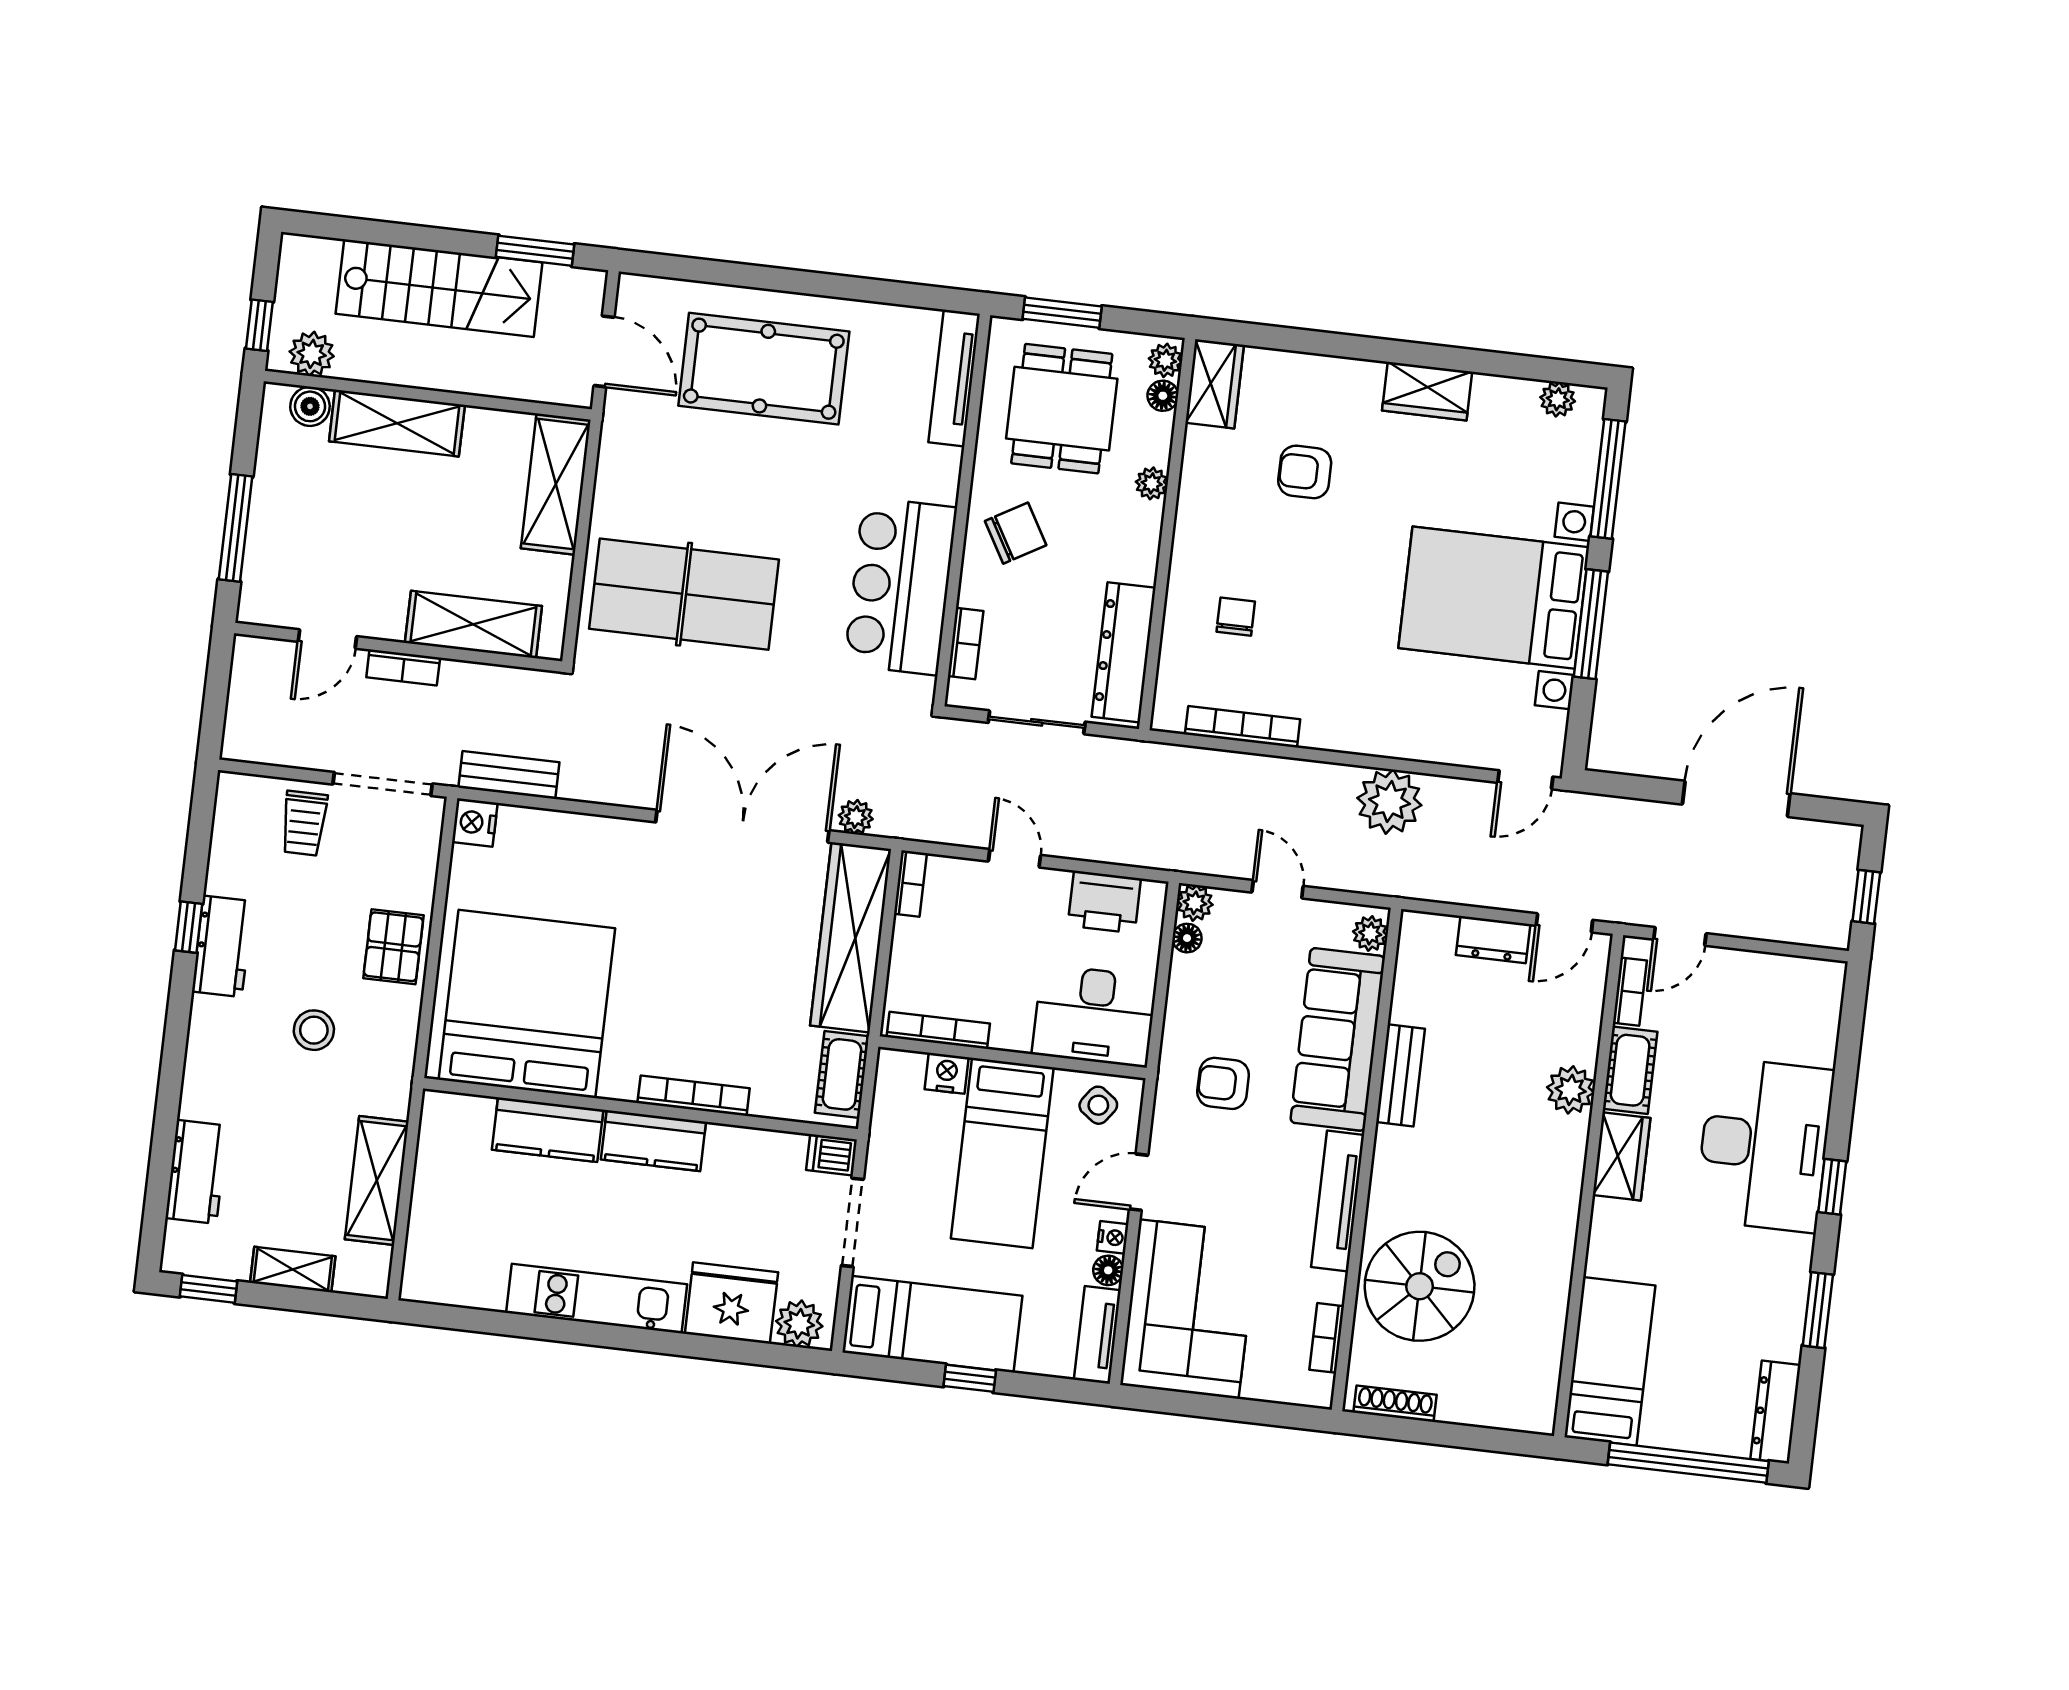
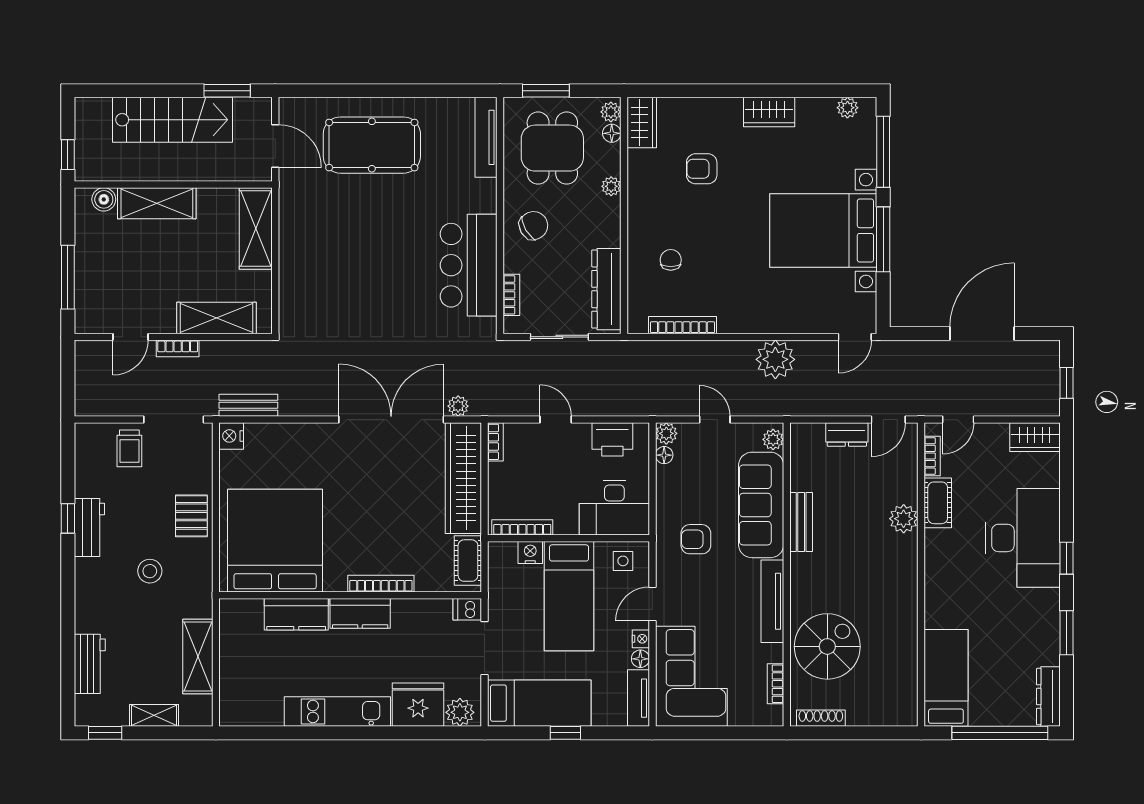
plant: (312, 354) -> (101, 168), removed
table tennis table: (684, 594) -> (340, 285), removed
side table: (1098, 1105) -> (623, 561), turned -36
wardrobe: (1622, 1156) -> (1035, 437), moved, turned 90

